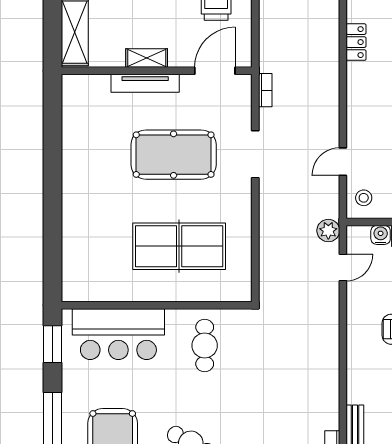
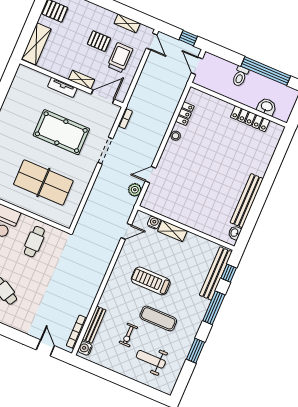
shelving: (147, 58) -> (81, 80), moved
tv unit: (145, 83) -> (62, 87), width x0.71
stool: (364, 198) -> (176, 136), moved
plant: (328, 231) -> (135, 190), moved

